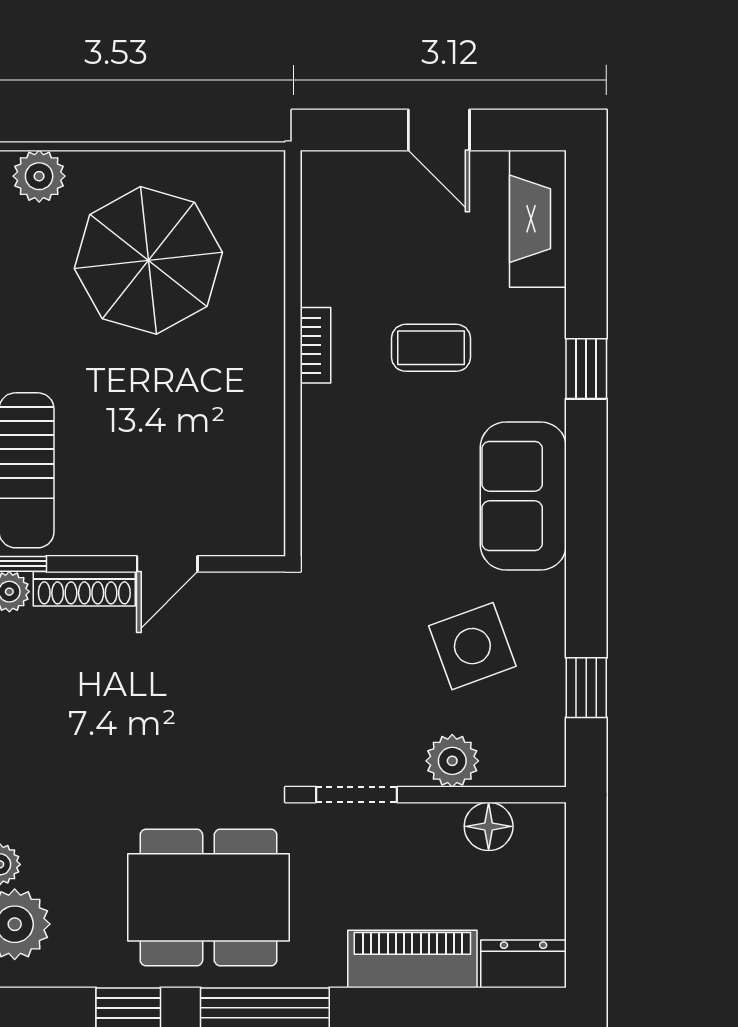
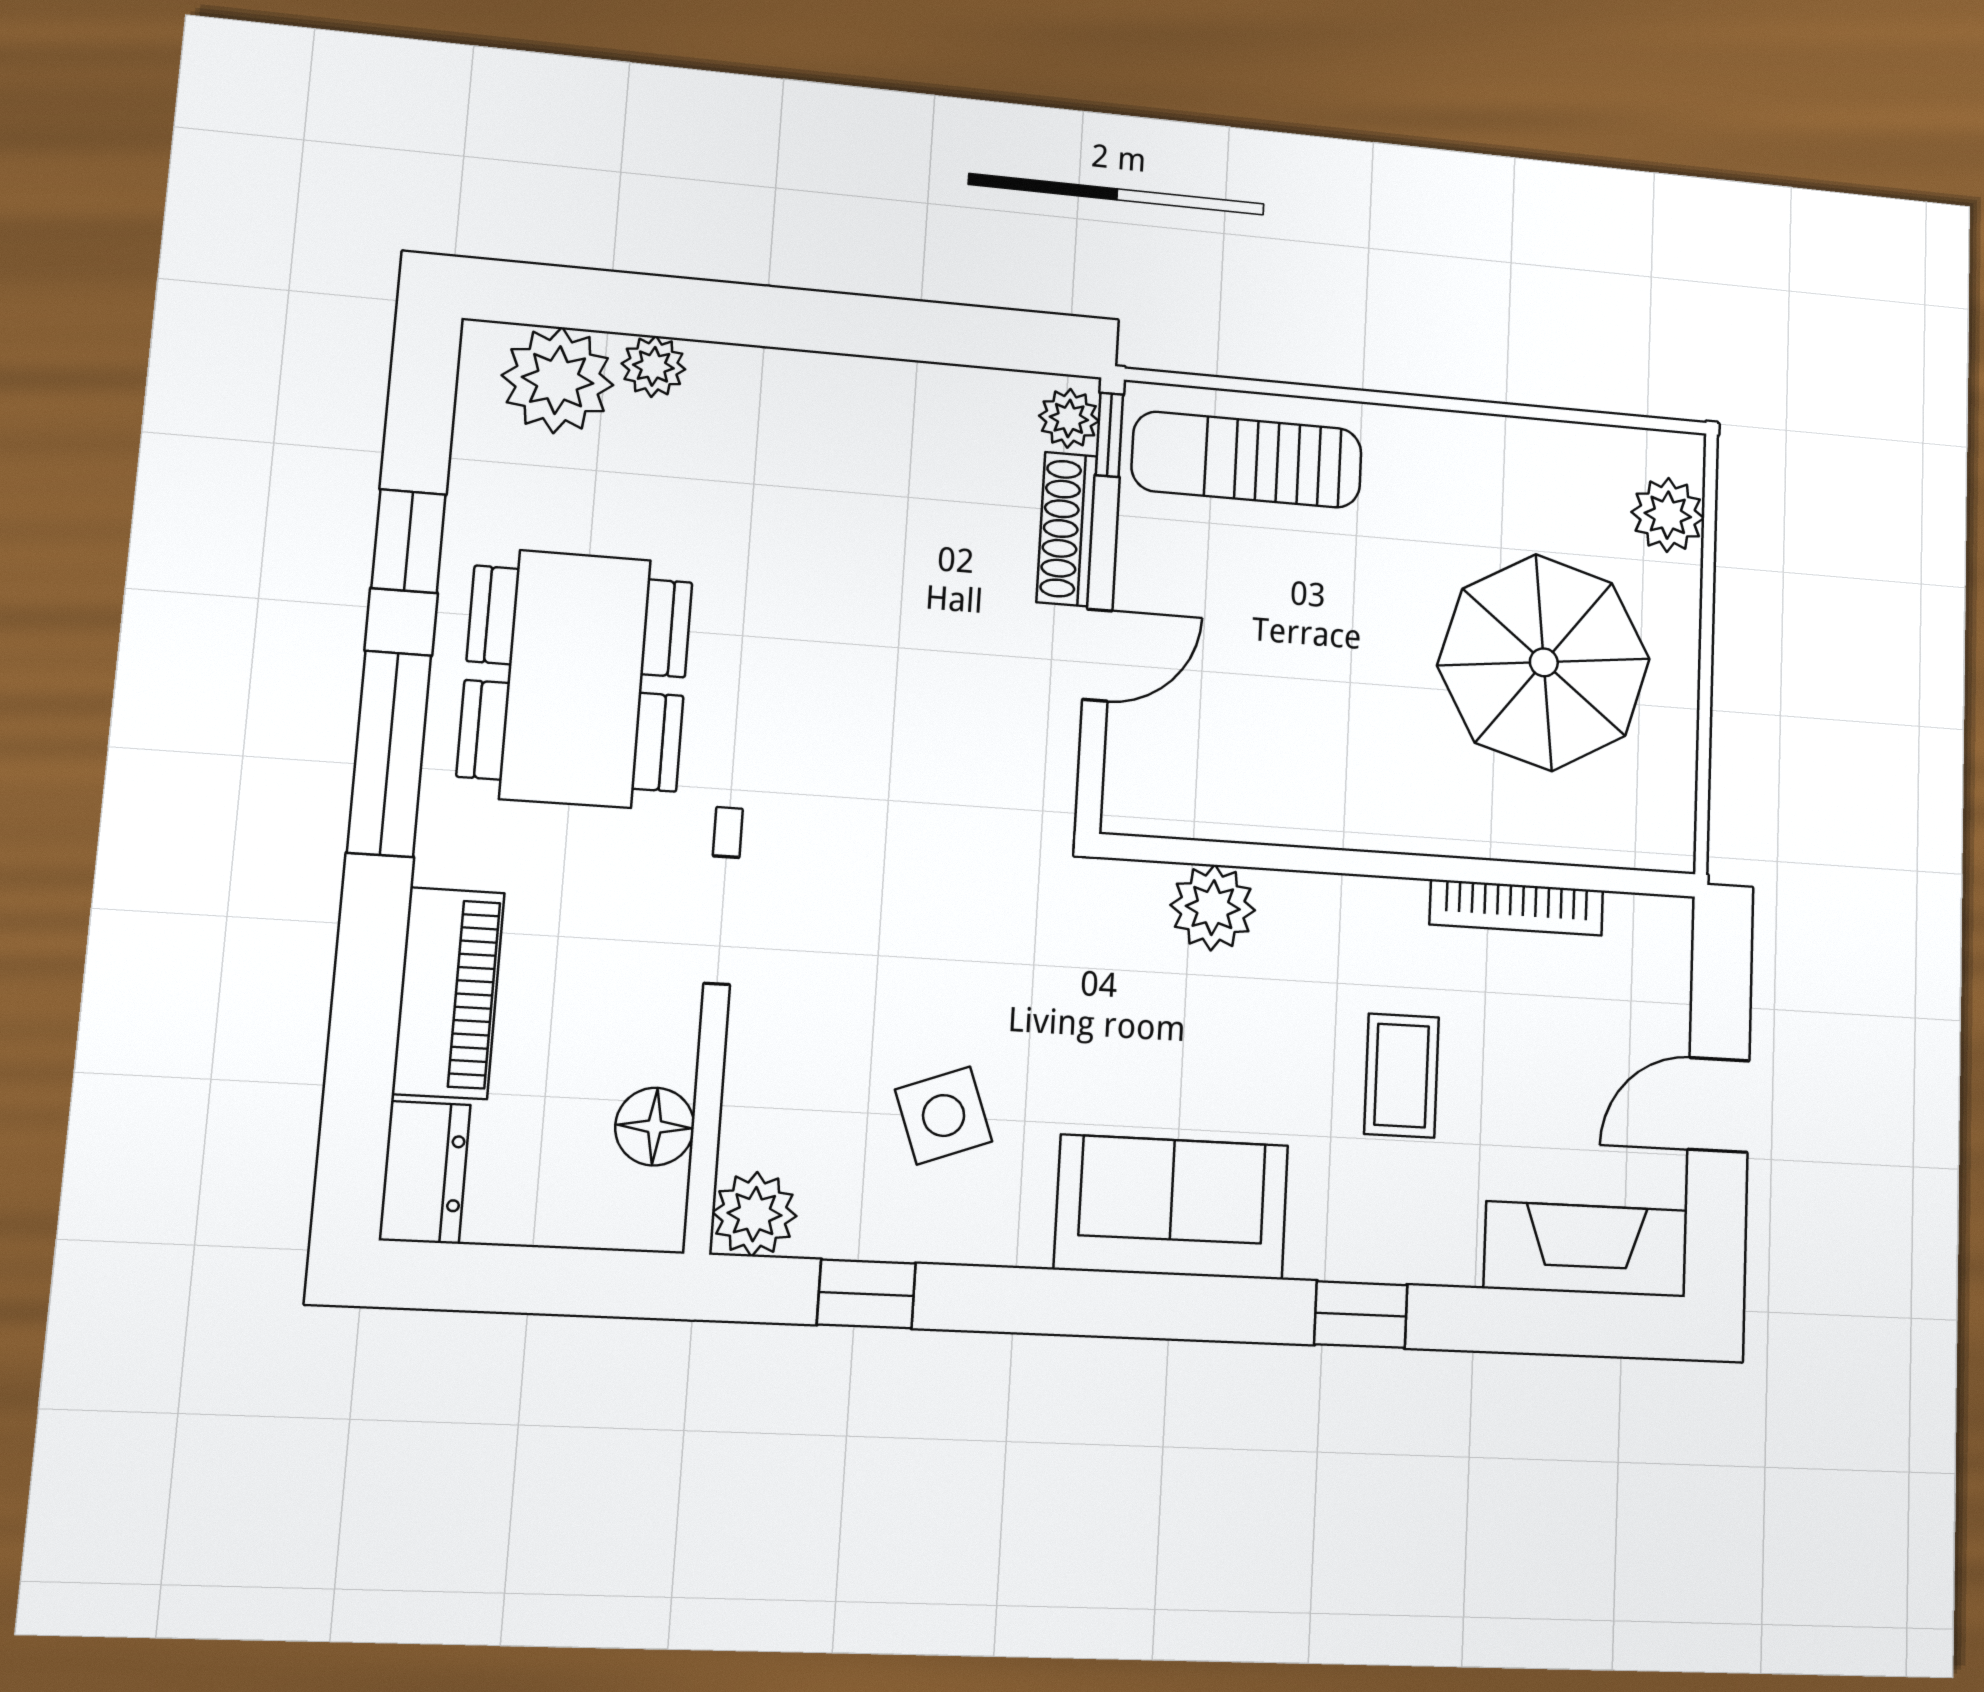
bookcase: (315, 345) -> (1516, 907), moved, width x1.56
plant: (329, 479) -> (1213, 908), added
door: (167, 564) -> (1097, 655), swing flipped
side table: (472, 646) -> (944, 1116), width x0.73, depth x0.73
plant: (452, 761) -> (754, 1214), moved

